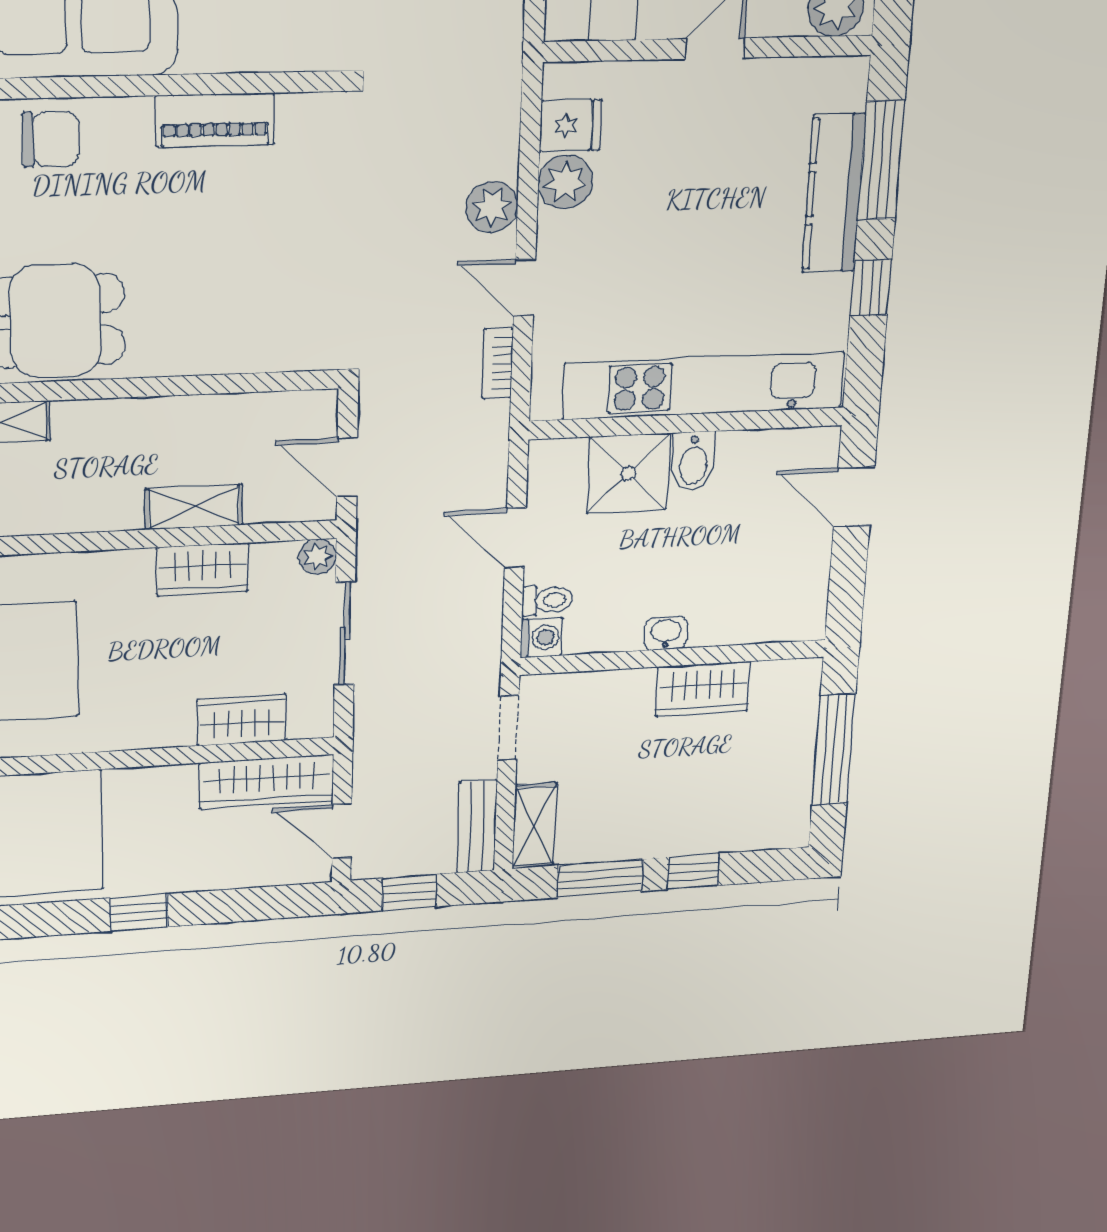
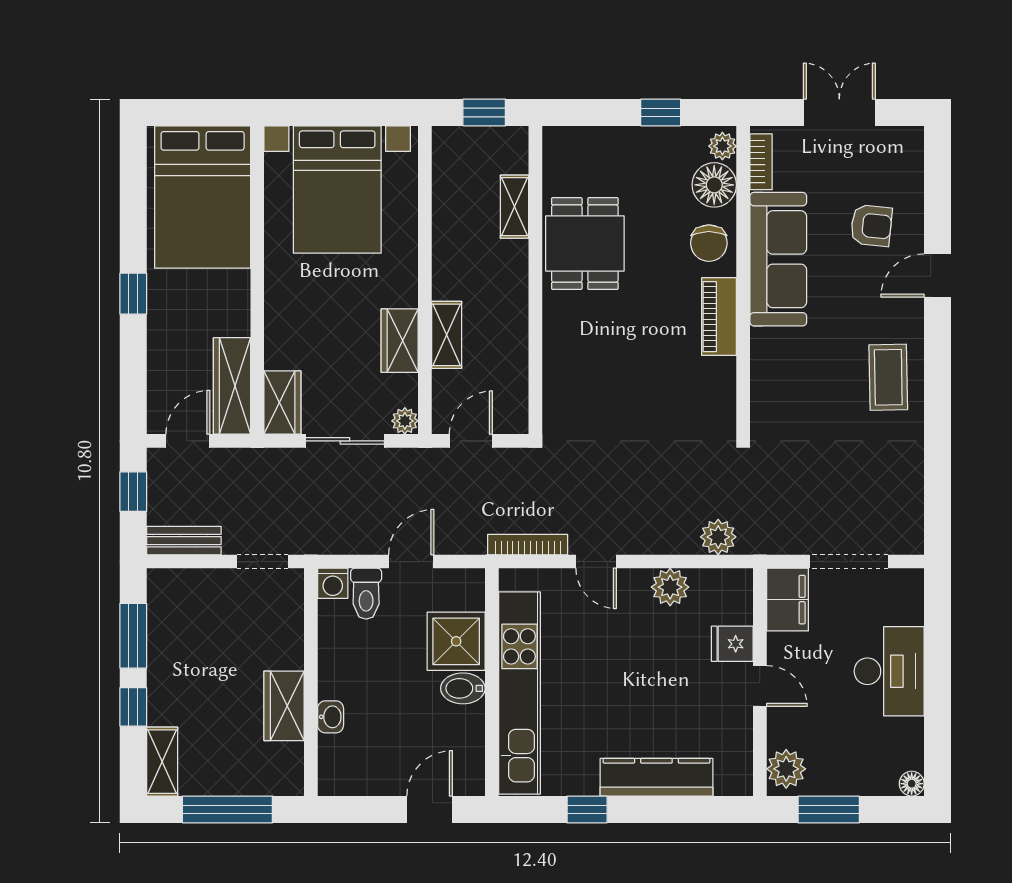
piano: (215, 120) -> (719, 317), moved
fridge: (571, 126) -> (732, 644), moved, turned 90
window: (881, 160) -> (679, 809), removed
plant: (492, 207) -> (718, 537), moved
door: (524, 288) -> (596, 562), swing flipped
bookcase: (498, 363) -> (528, 545), width x1.56
toilet: (547, 600) -> (366, 594), width x1.37, depth x1.39
washbasin: (666, 633) -> (331, 717), moved
wardrobe: (242, 720) -> (282, 402), moved
shelving: (534, 826) -> (162, 762), moved, turned 90

